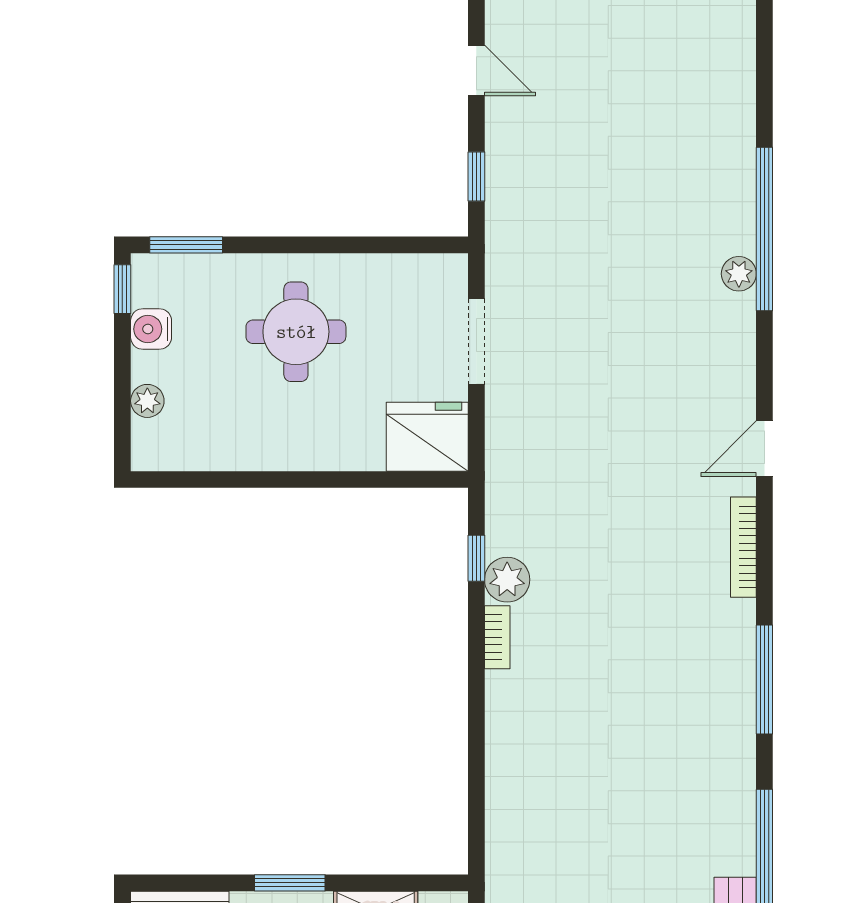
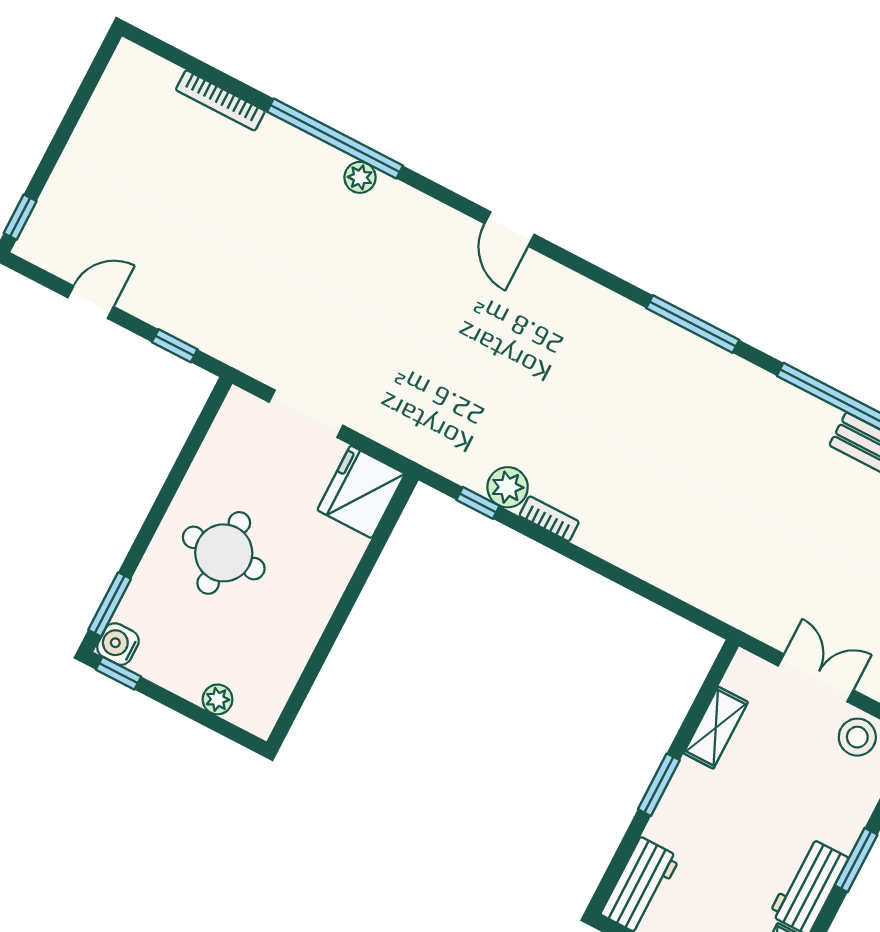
water cooler: (151, 329) -> (118, 644), moved, turned 90
bookcase: (743, 547) -> (220, 100), moved

